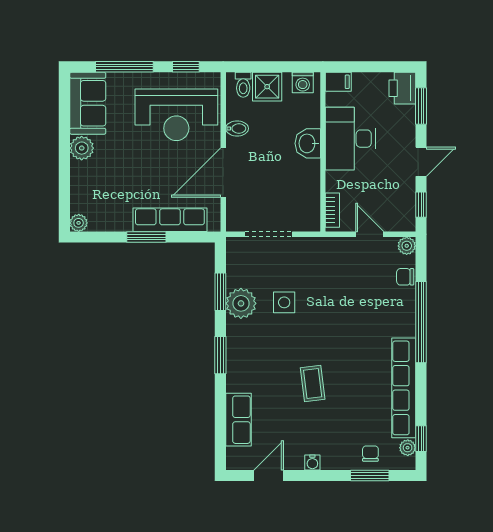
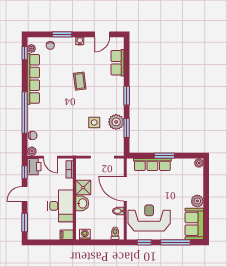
shower: (267, 87) -> (83, 188), moved
printer: (402, 88) -> (34, 167), moved
door: (223, 172) -> (125, 189), swing flipped
window: (370, 475) -> (62, 34), moved

